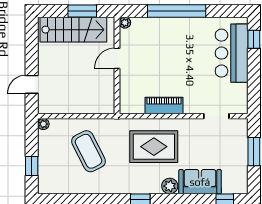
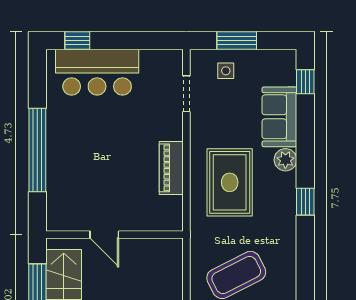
plant: (125, 23) -> (54, 223), removed
side table: (233, 144) -> (226, 71), added

